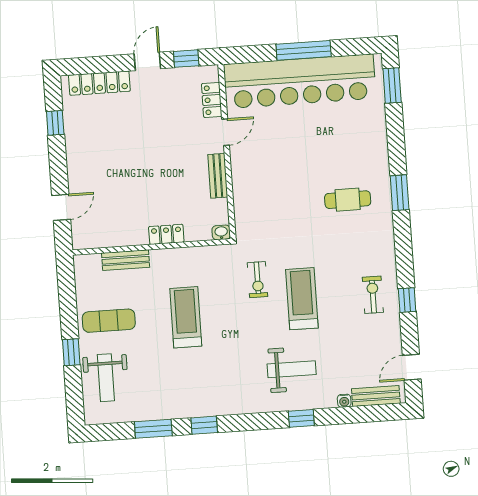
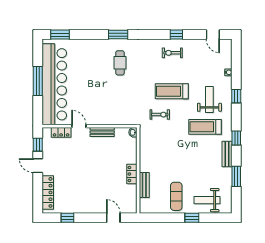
locker: (166, 234) -> (132, 174), moved
treadmill: (186, 317) -> (205, 127), moved
weight bench: (106, 378) -> (207, 200), turned 180
bench: (376, 396) -> (227, 154), moved
window: (204, 425) -> (236, 138), moved

